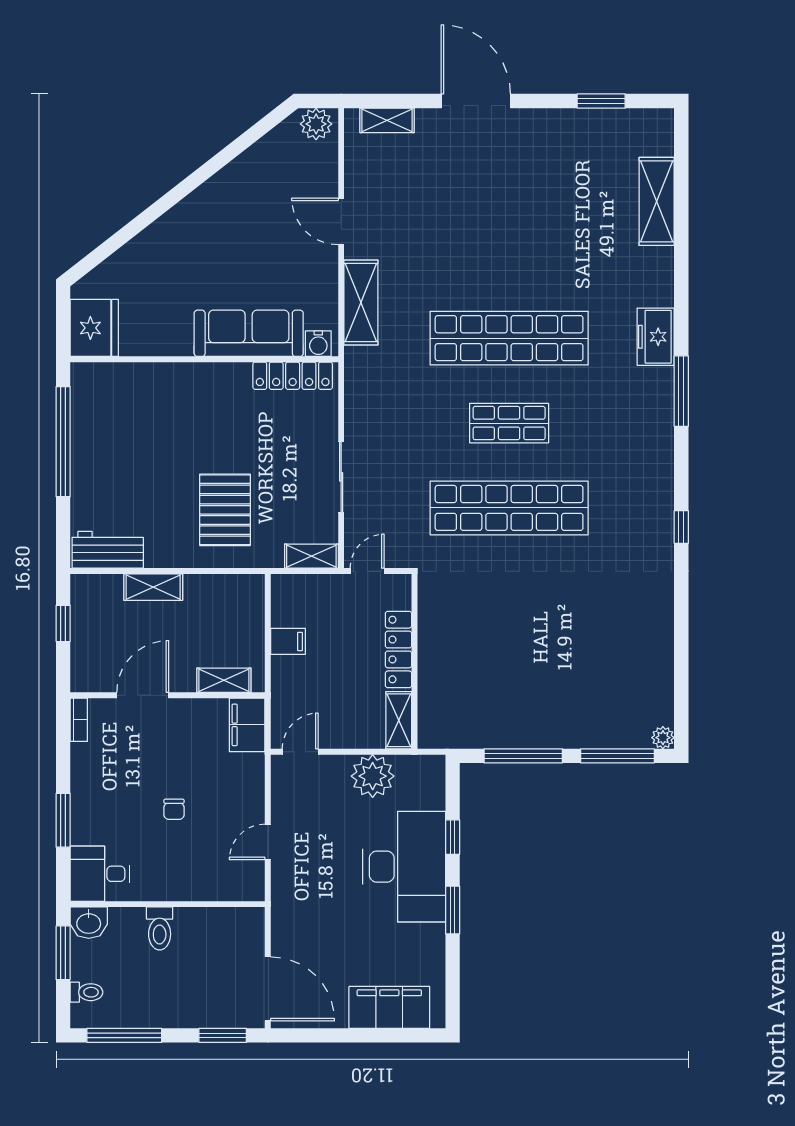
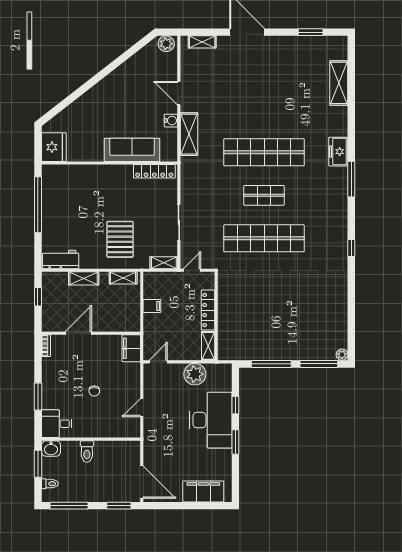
water cooler: (318, 344) -> (171, 121), moved, turned -90
shelving: (224, 680) -> (123, 278), moved

